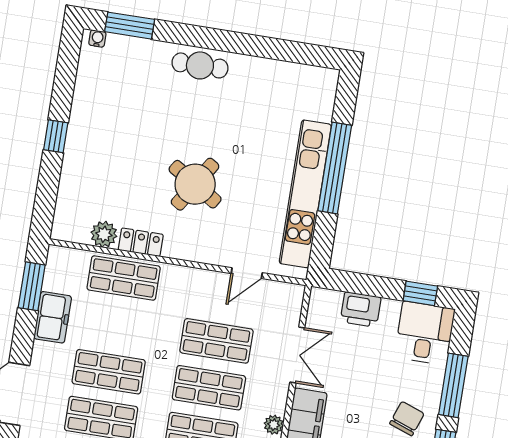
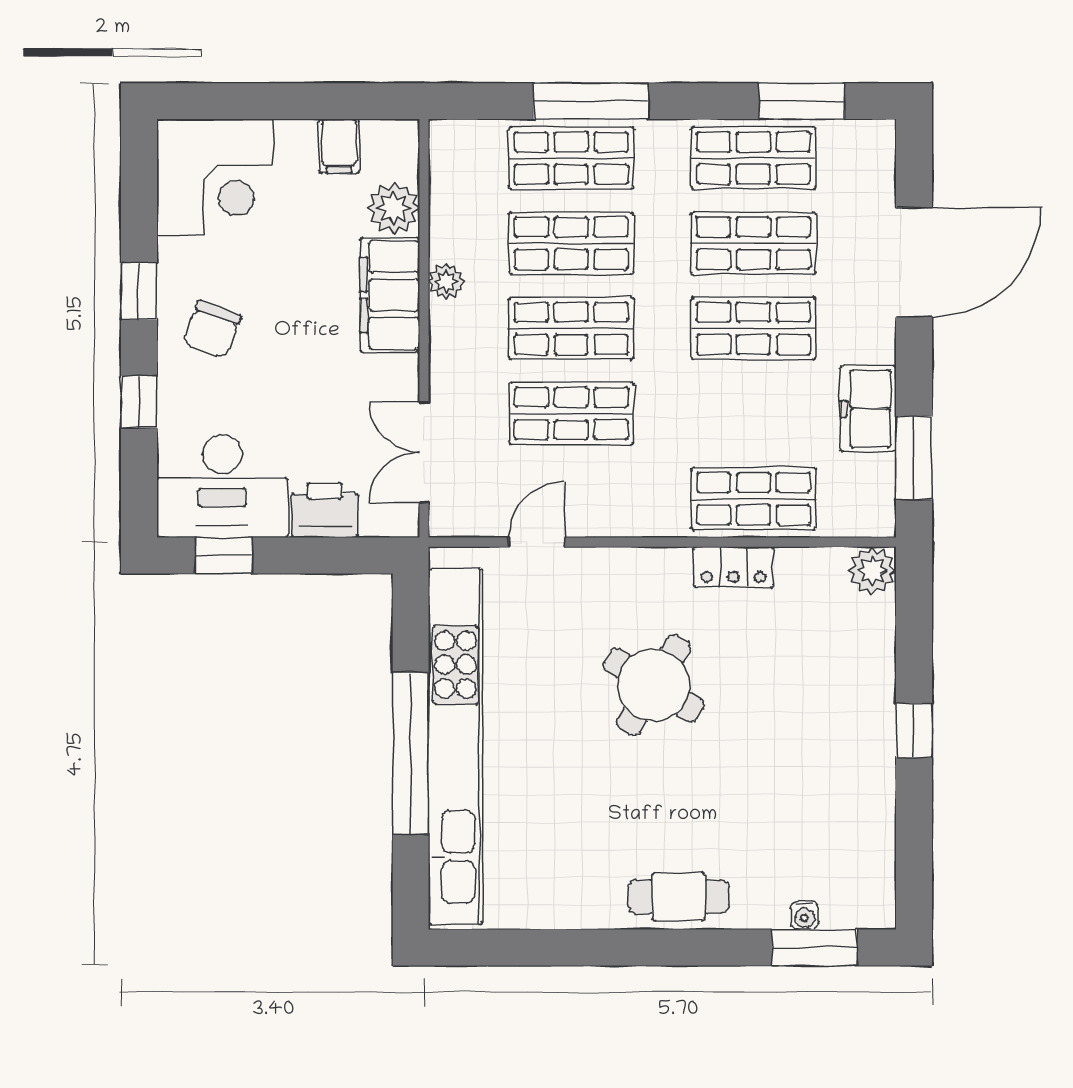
water cooler: (97, 38) -> (805, 915), moved
kitchen unit: (305, 194) -> (455, 746), width x1.36
plant: (104, 234) -> (872, 570), moved
desk: (425, 333) -> (222, 486), width x1.37
double door: (297, 355) -> (424, 452), moved
window: (453, 385) -> (139, 402), width x0.46

